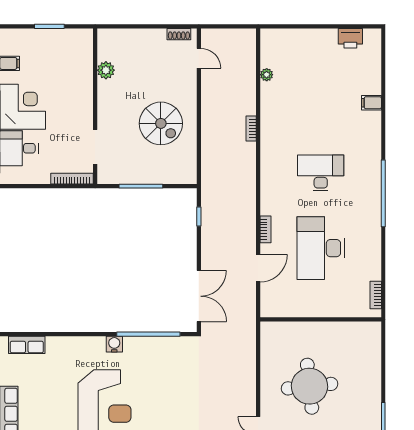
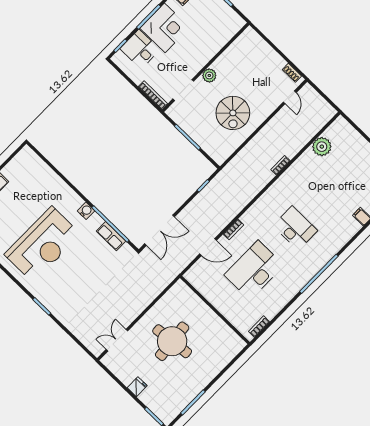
plant: (106, 70) -> (209, 75), moved
plant: (267, 75) -> (322, 147), width x1.87, depth x1.87
row of seats: (27, 345) -> (111, 236), moved

